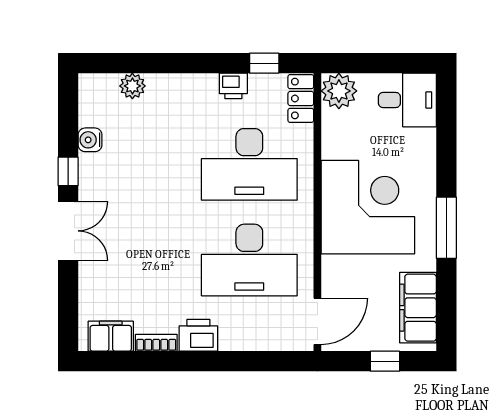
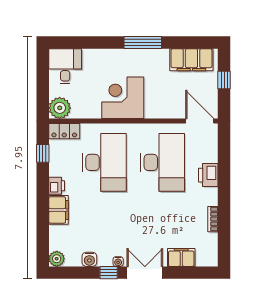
plant: (132, 86) -> (57, 259), moved
printer: (233, 86) -> (57, 186), moved
filing cabinet: (171, 89) -> (58, 210), added
water cooler: (86, 187) -> (118, 262), added
corner desk: (368, 207) -> (123, 98), width x0.74, depth x0.74
printer: (198, 335) -> (208, 175), moved
filing cabinet: (111, 336) -> (181, 257), moved, turned 90

